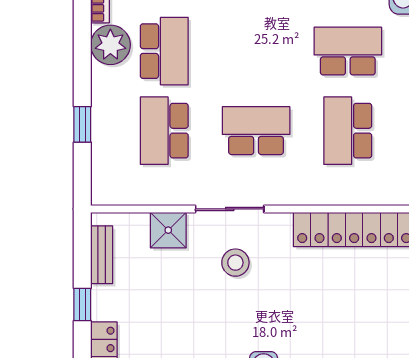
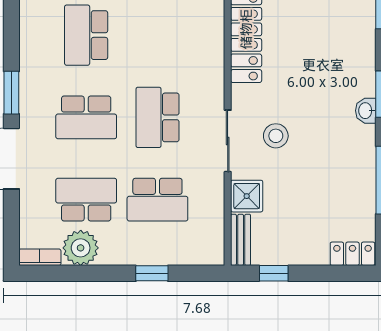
school desk: (348, 131) -> (86, 117), moved
bench: (102, 255) -> (241, 240), moved, turned 90
window: (82, 305) -> (274, 273), moved

